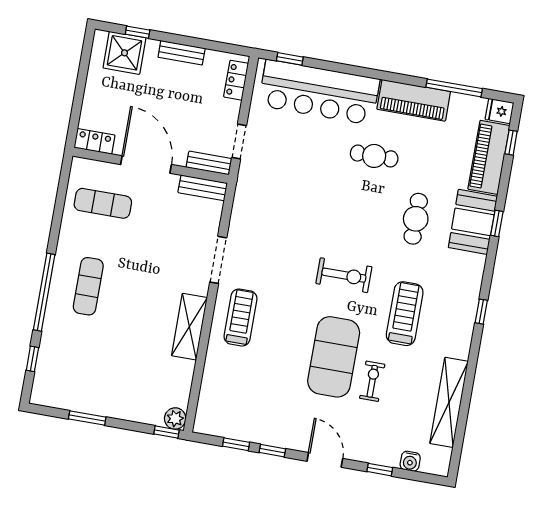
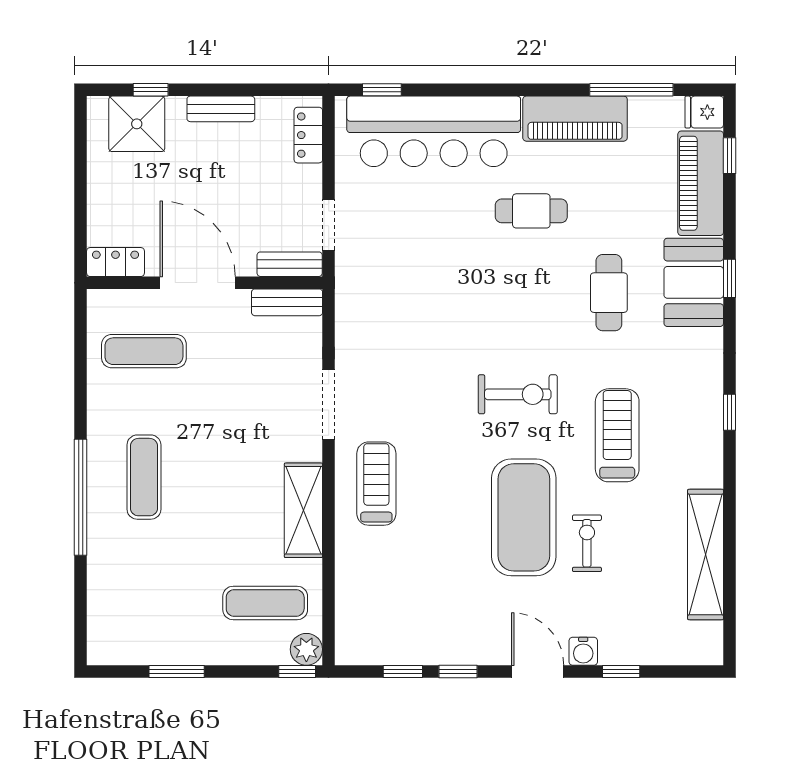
window: (32, 359) -> (81, 599), removed
exercise mat: (153, 383) -> (265, 603), added
water cooler: (410, 461) -> (583, 651), moved

